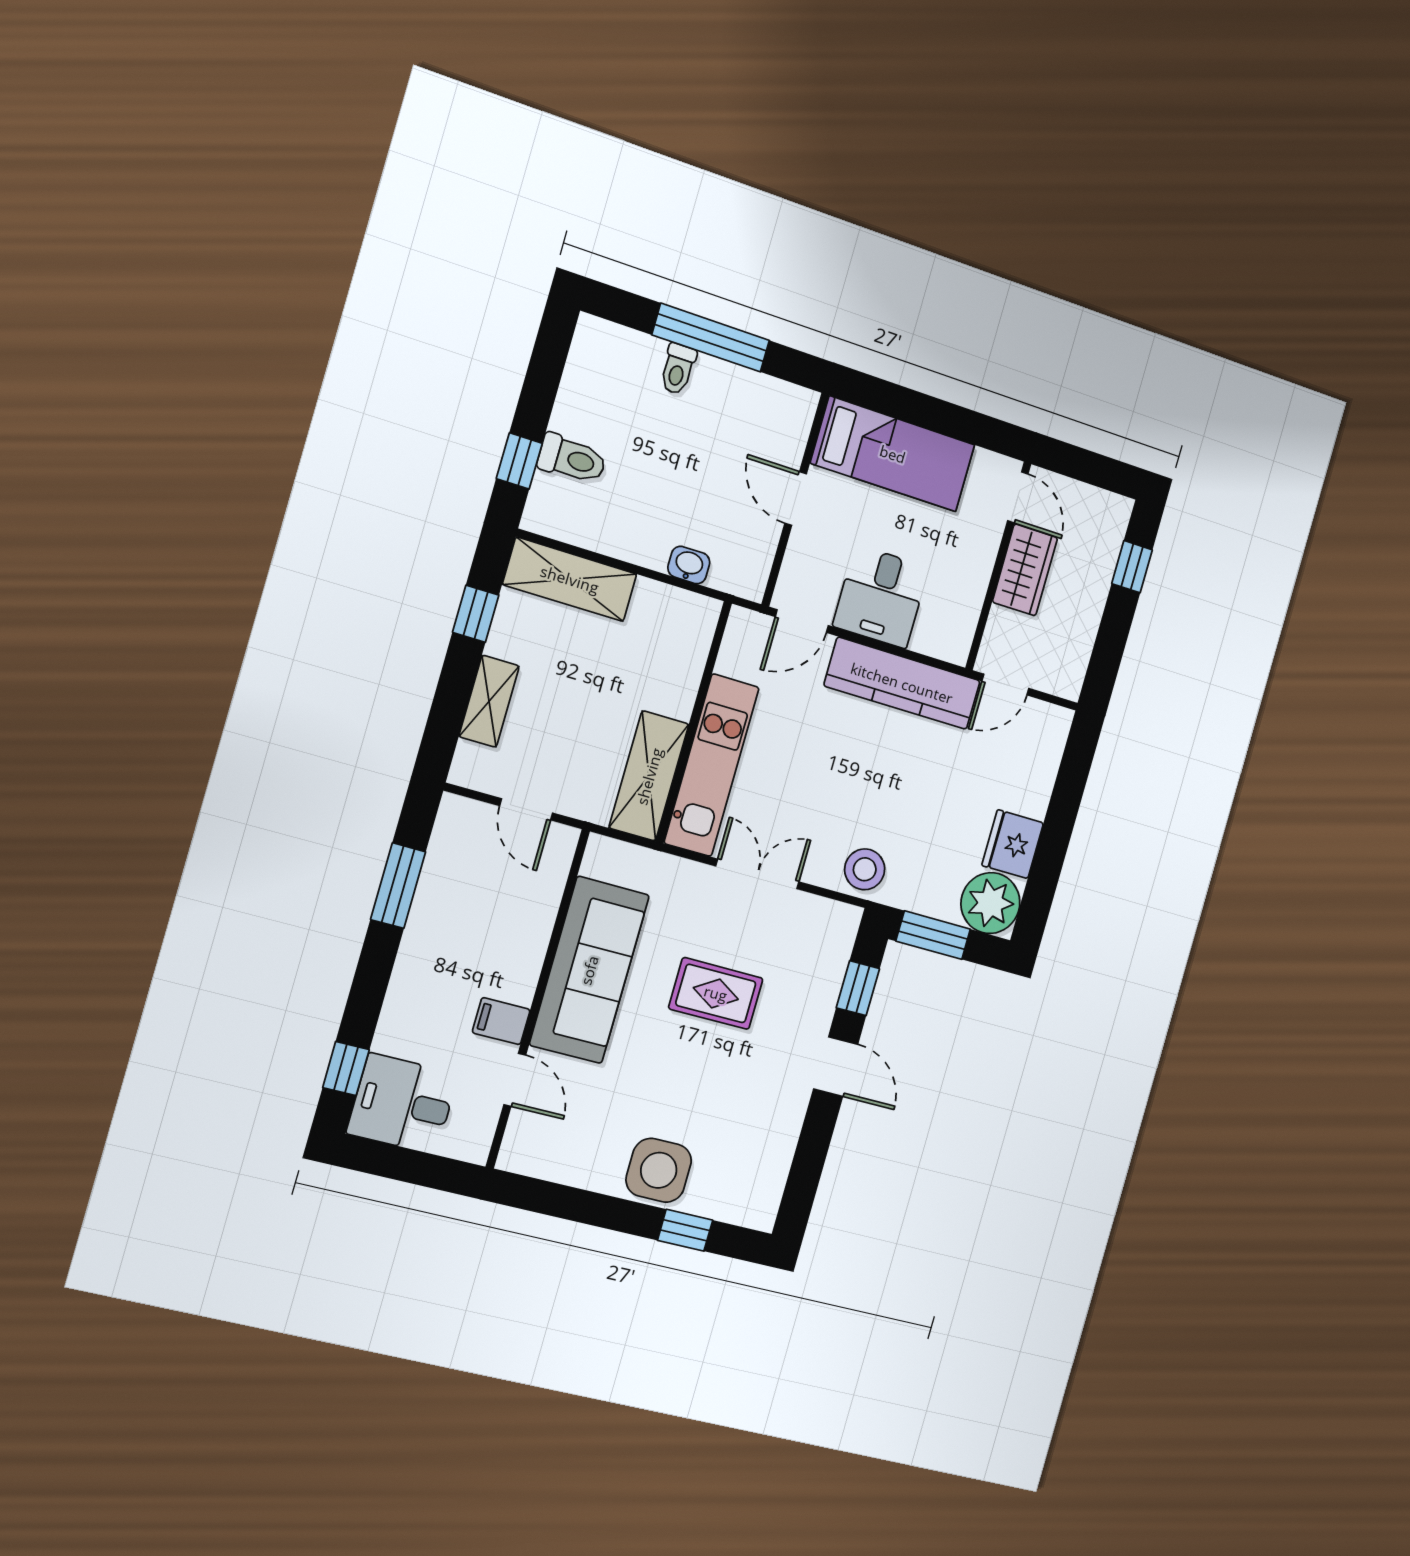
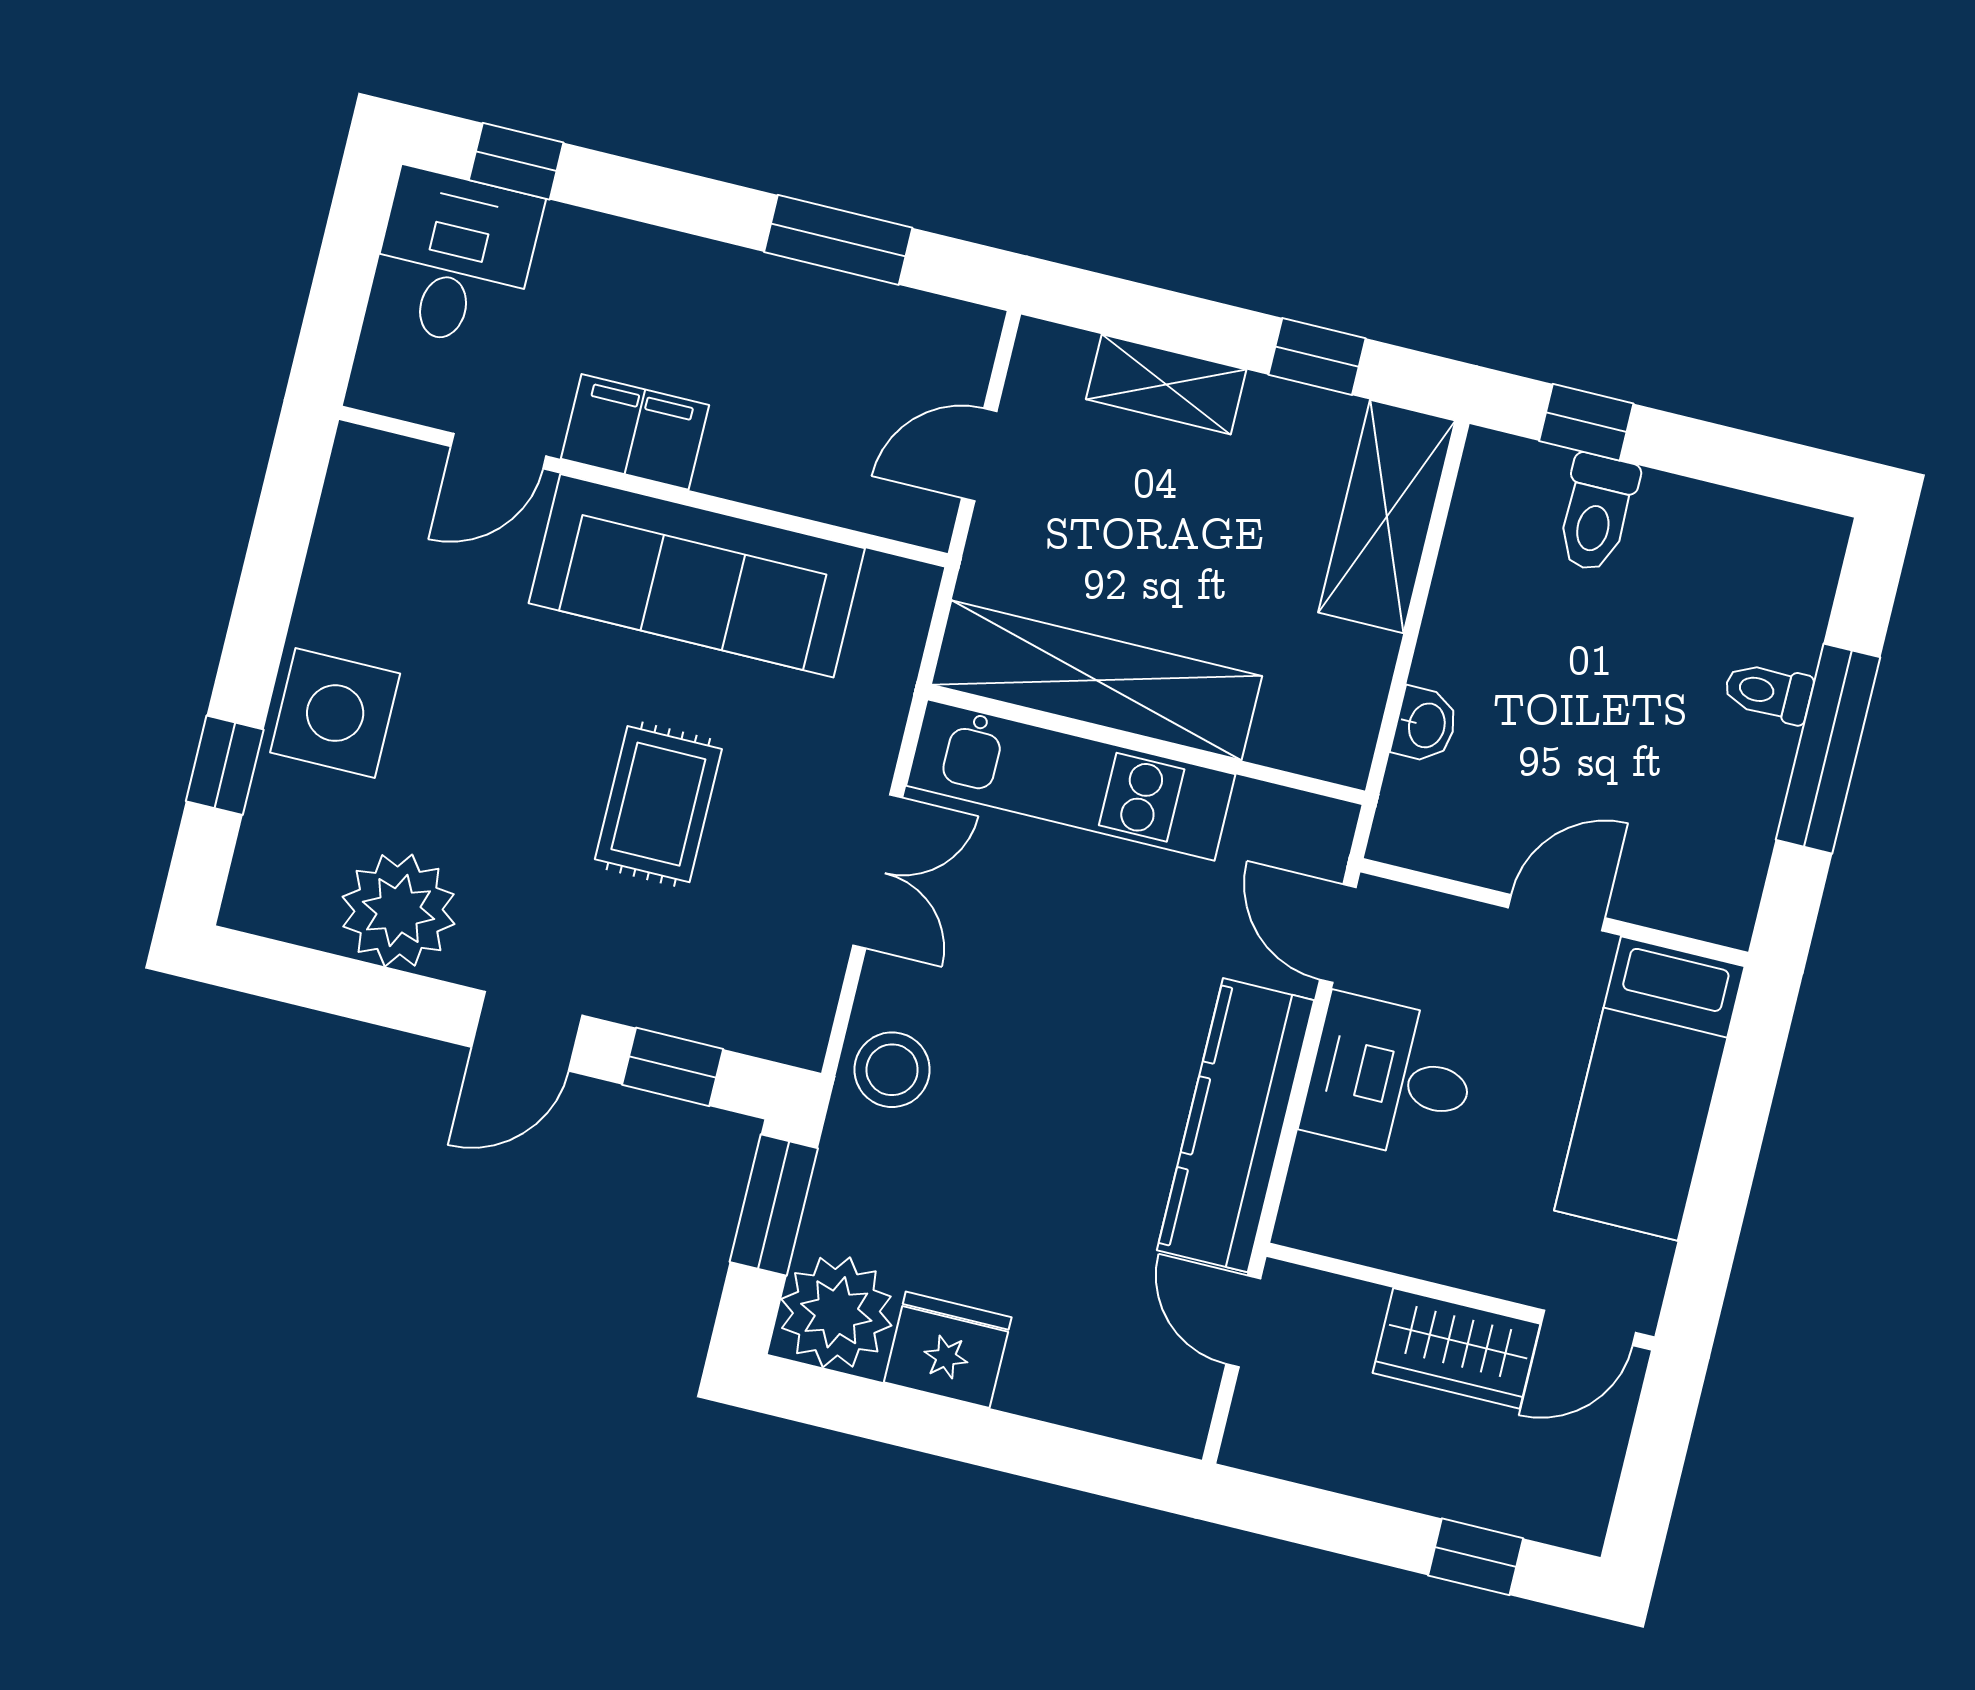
shelving: (649, 776) -> (1096, 680), width x1.47
filing cabinet: (501, 1021) -> (635, 432), width x2.00
plant: (768, 1136) -> (399, 910), added

